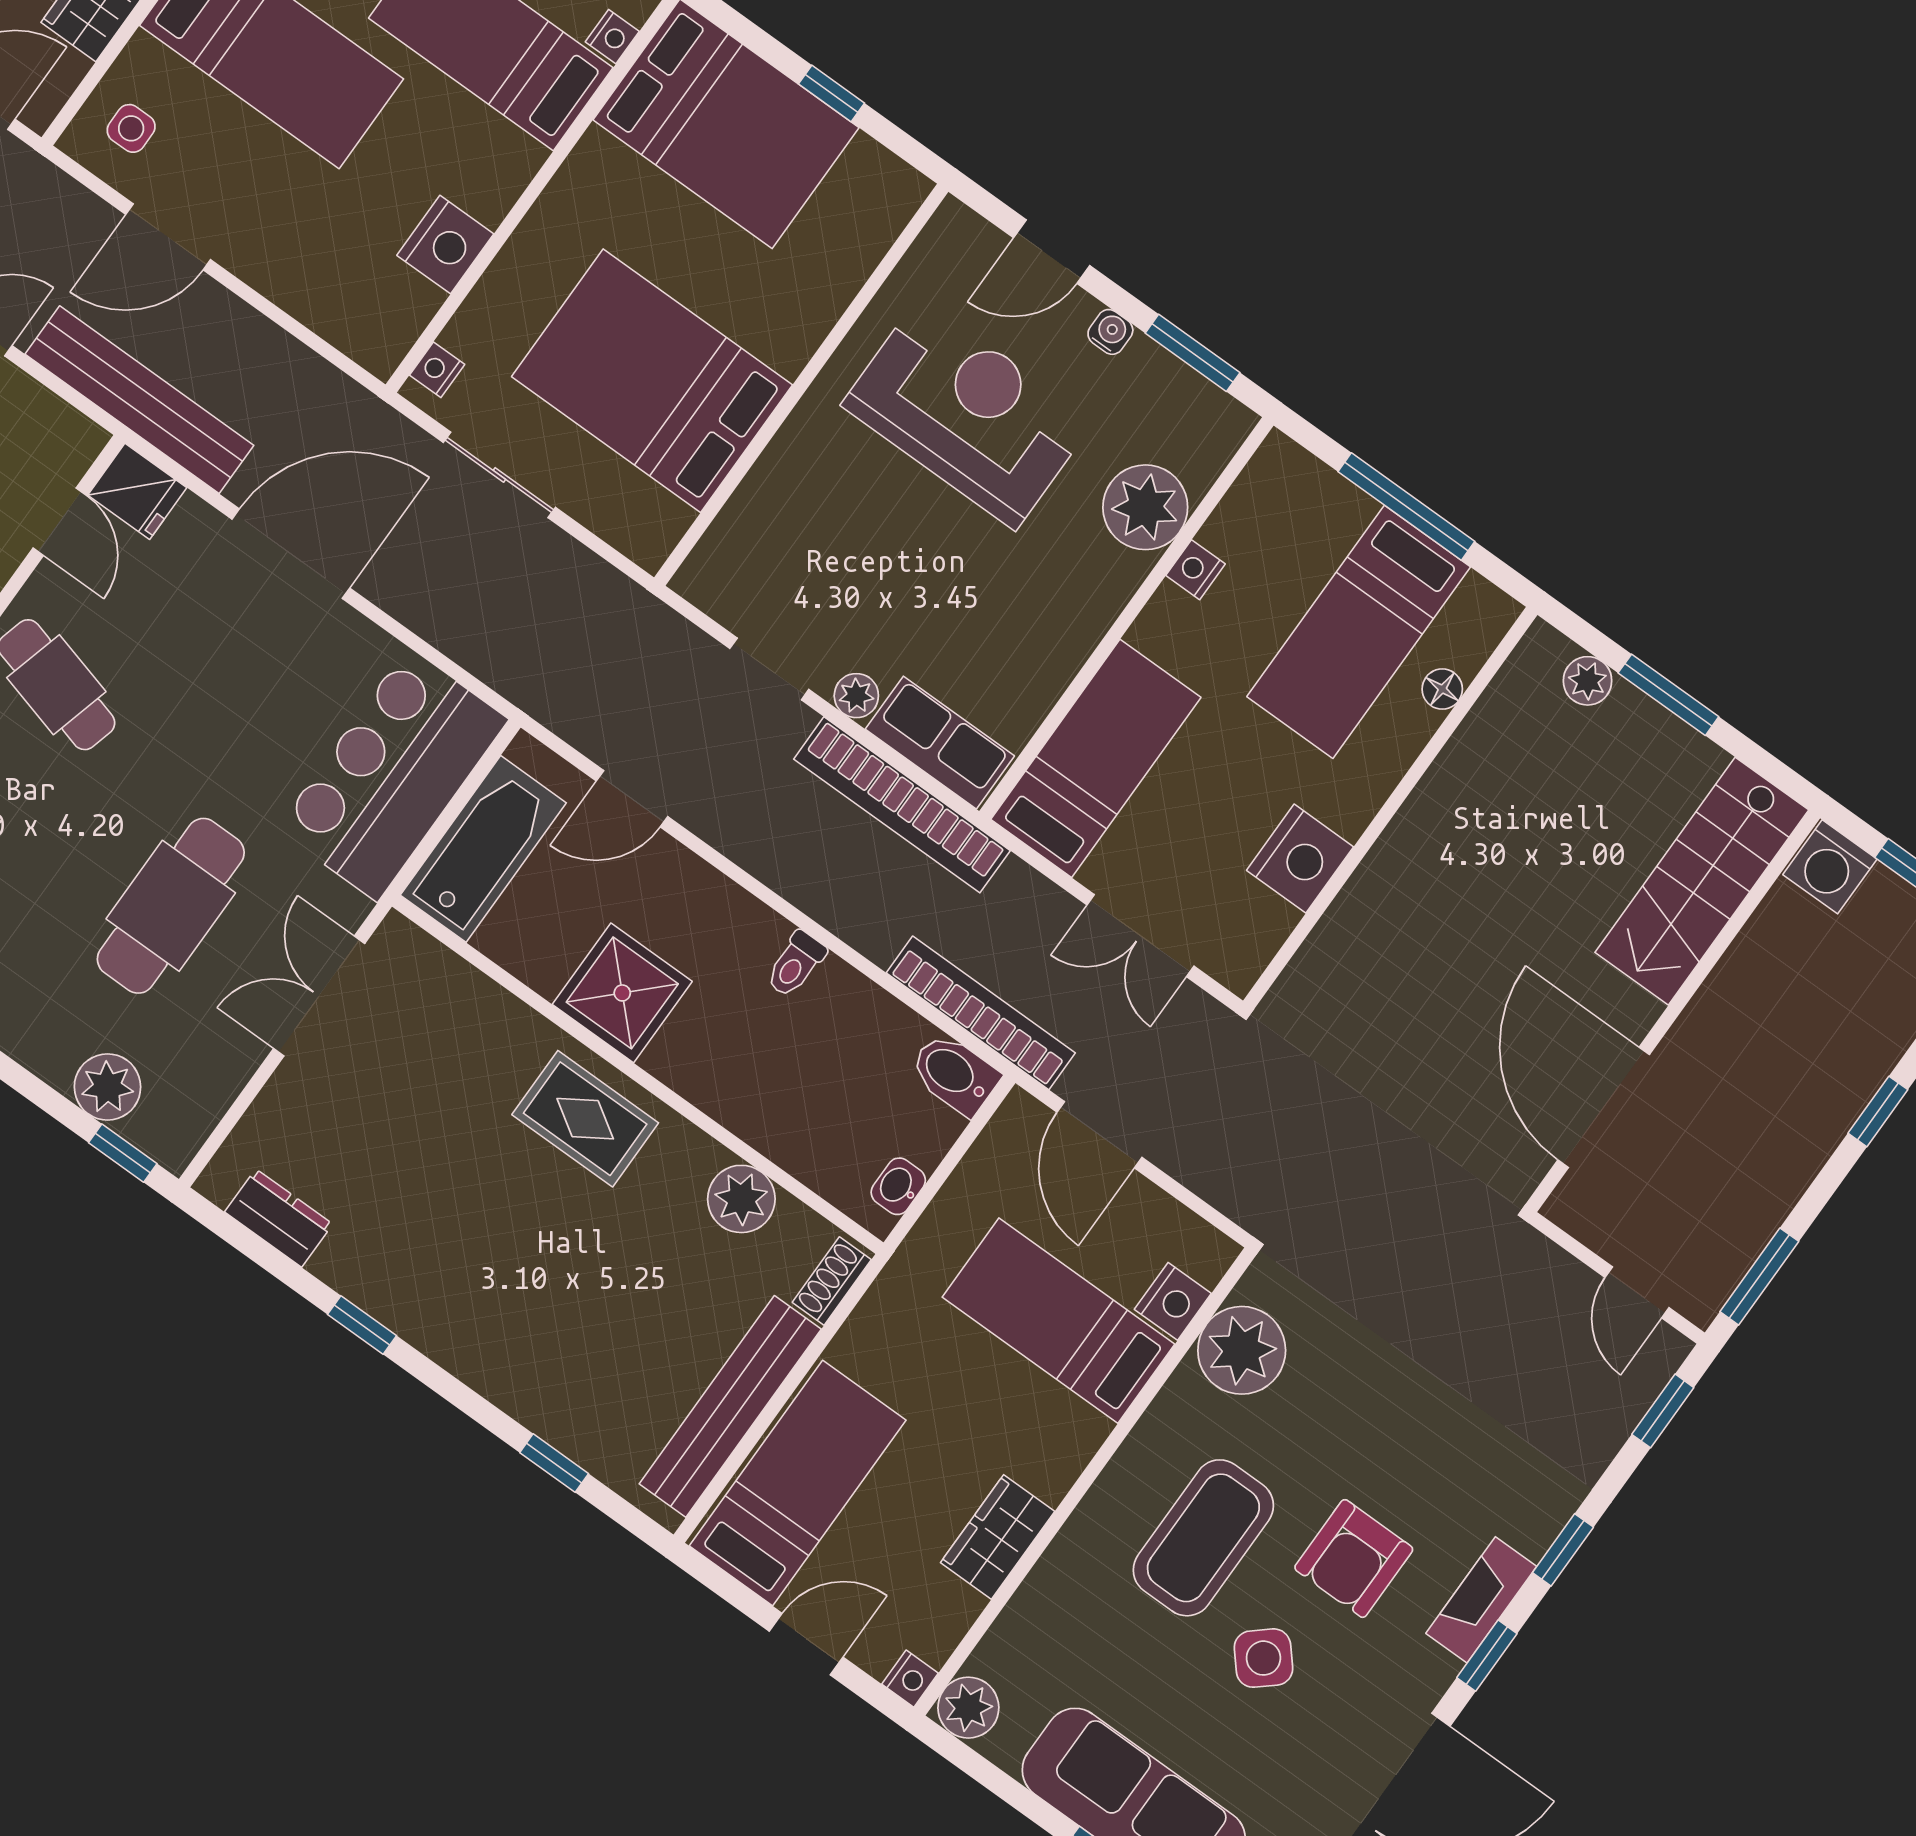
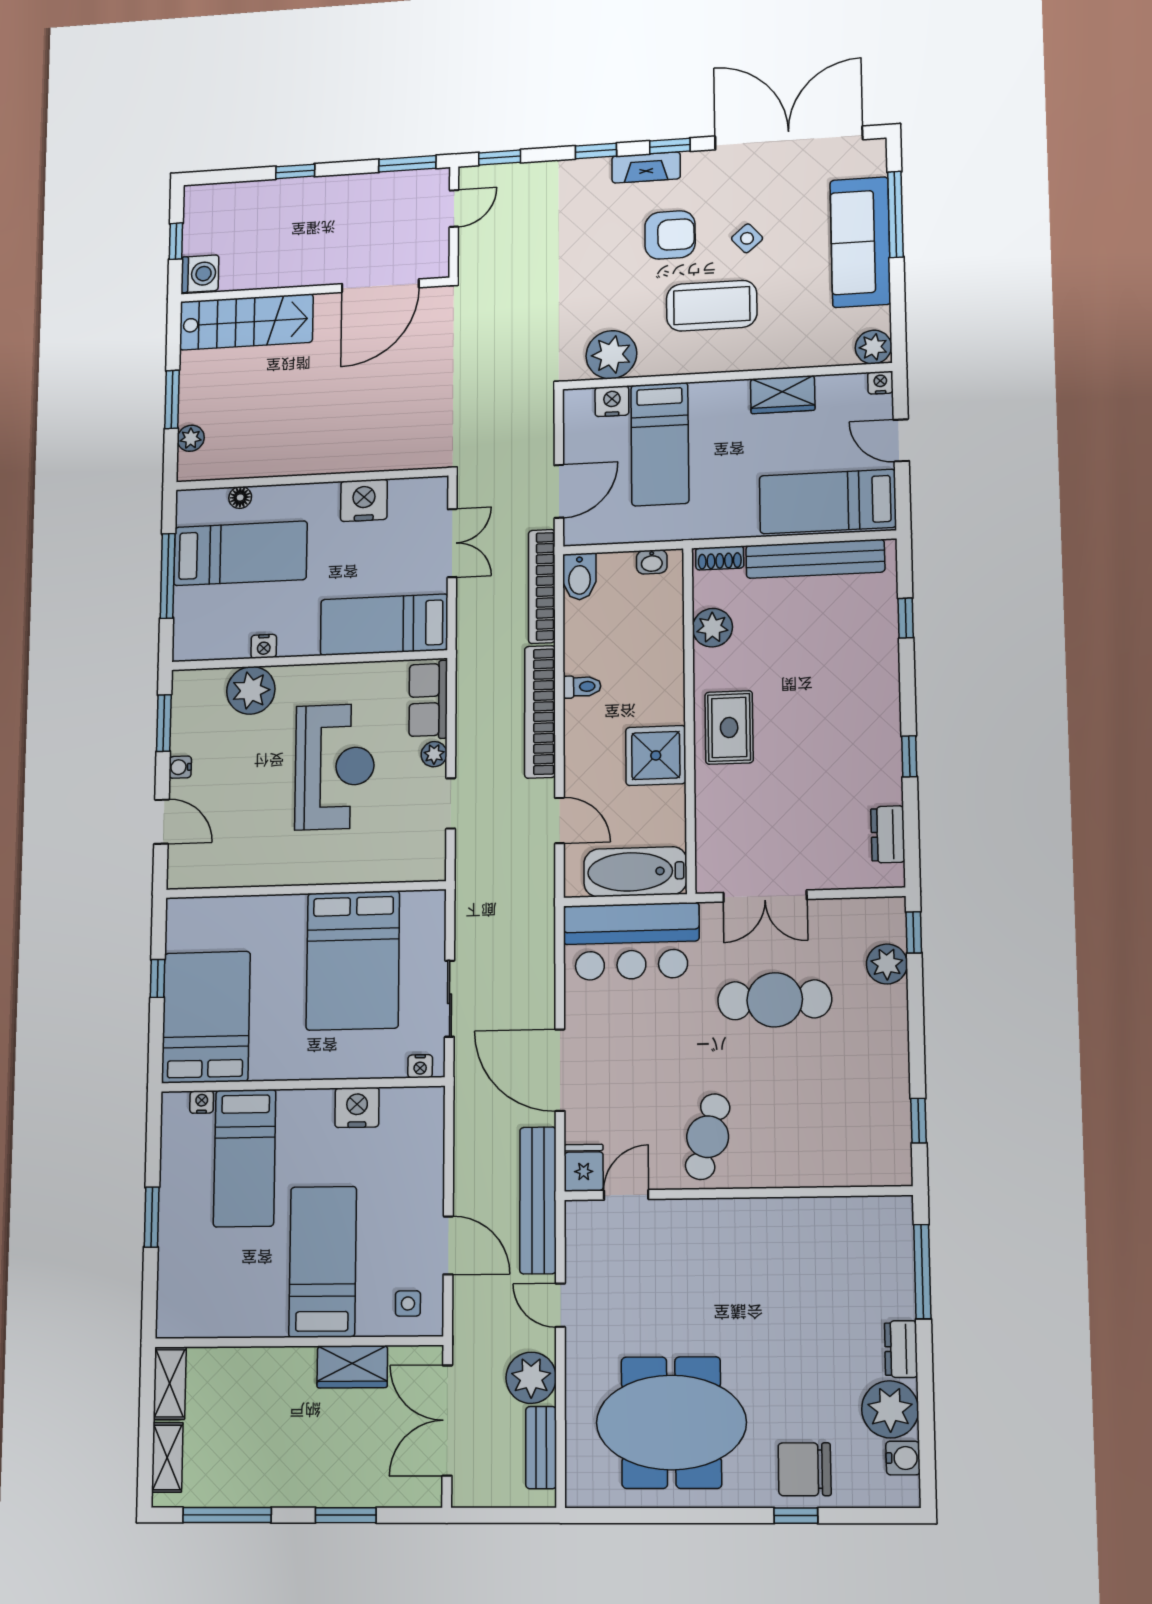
reception desk: (967, 413) -> (335, 767), moved, turned 180
bookcase: (902, 805) -> (540, 712), moved, turned 180
side table: (1263, 1658) -> (747, 238), width x0.73, depth x0.73

